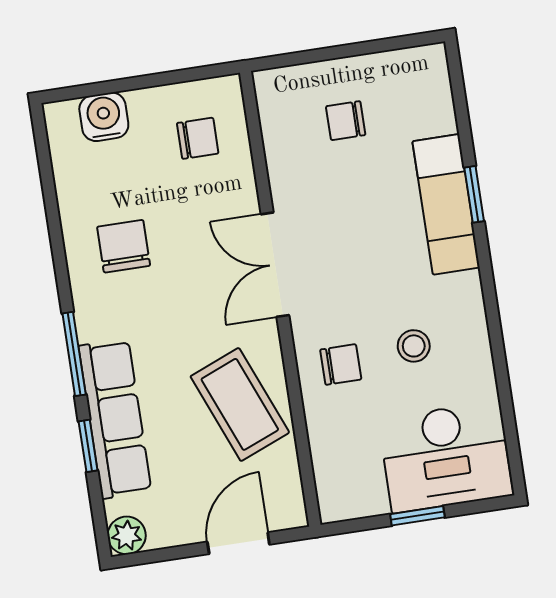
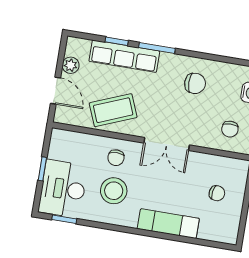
chair: (346, 121) -> (217, 193), turned 99
window: (474, 194) -> (64, 219), moved
double door: (275, 265) -> (167, 144), swing flipped
stool: (414, 346) -> (114, 191), width x1.89, depth x1.89
plant: (127, 535) -> (71, 65), moved

